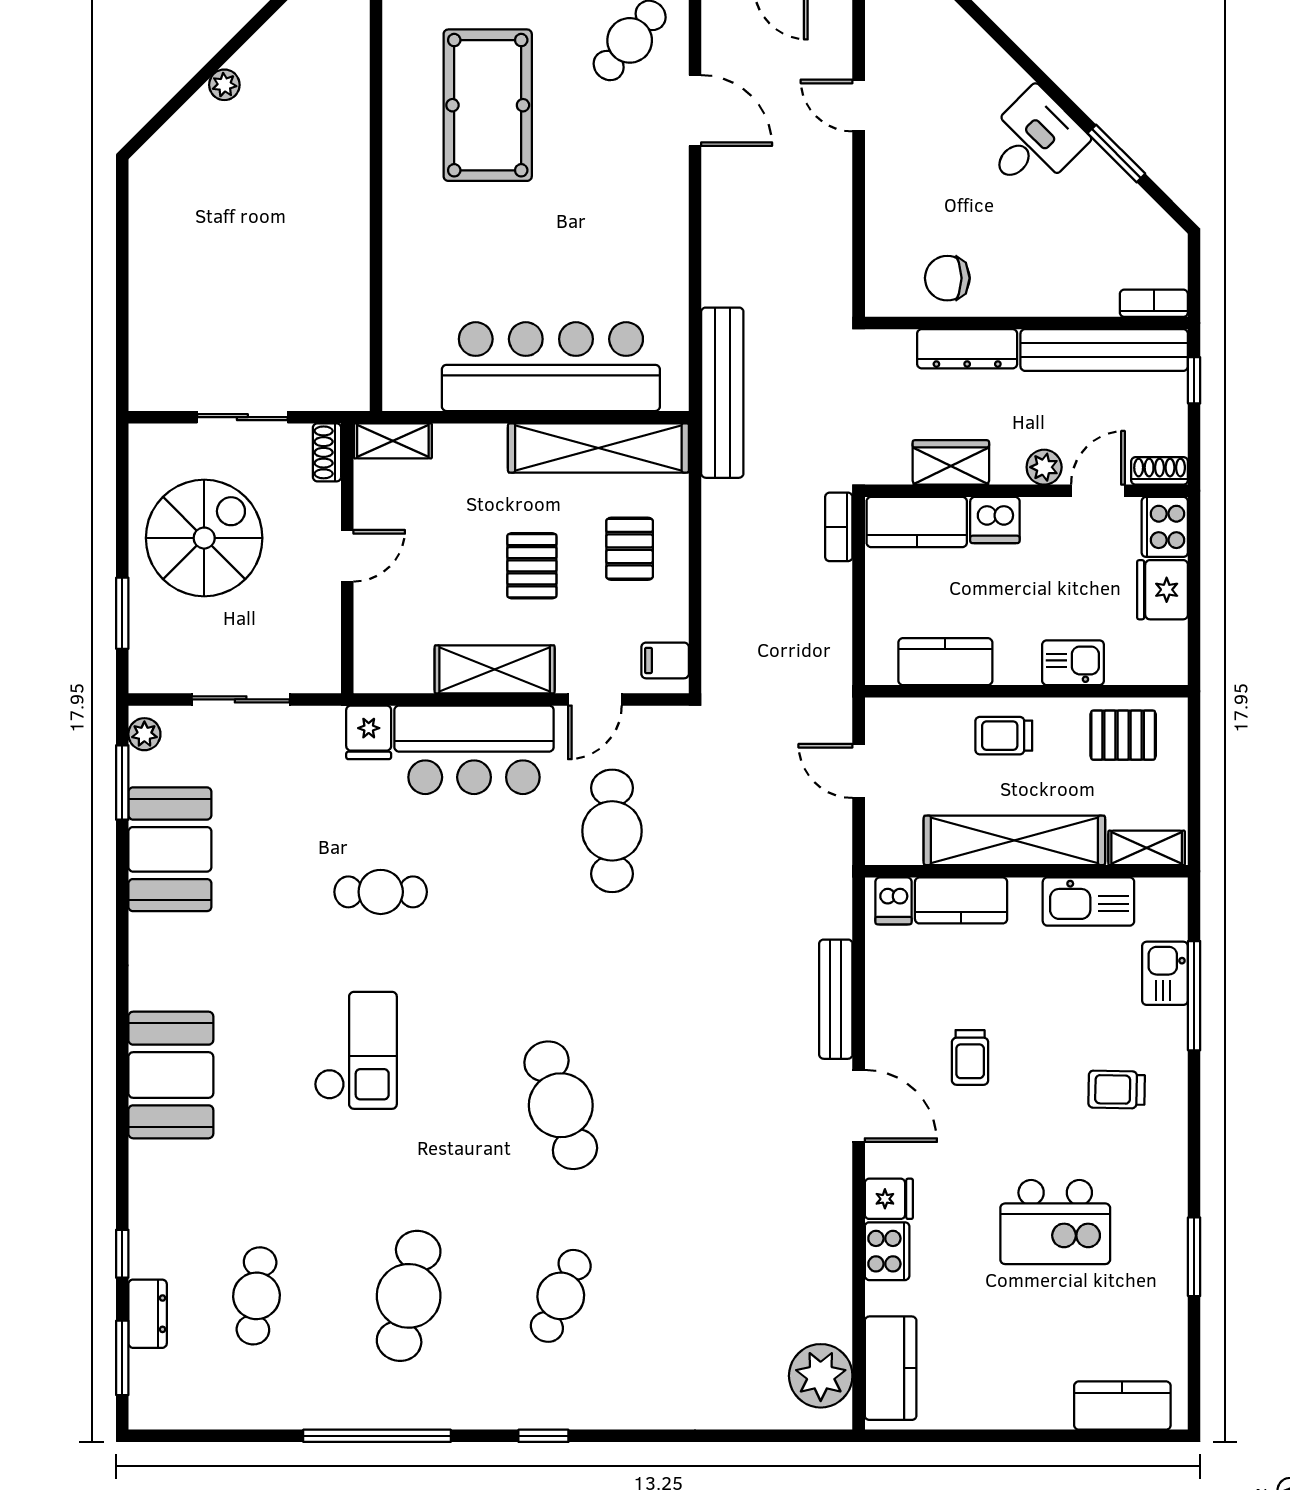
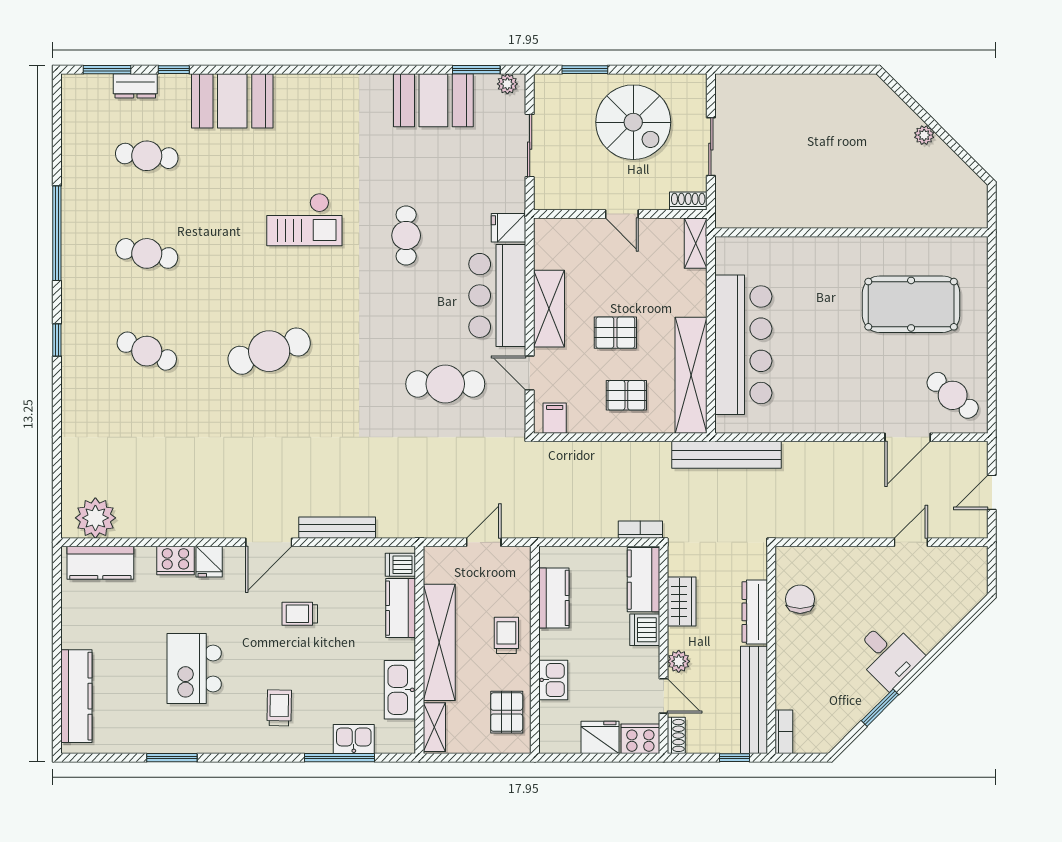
booth: (171, 1075) -> (232, 101), moved
cafe table: (409, 1296) -> (147, 253), width x0.73, depth x0.74
kitchen counter: (1122, 1406) -> (76, 696), width x1.50

